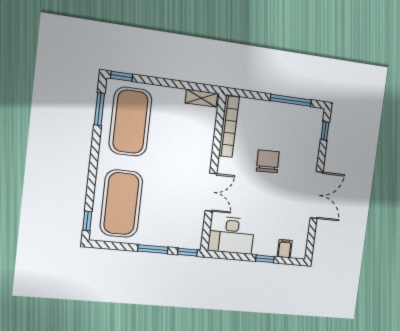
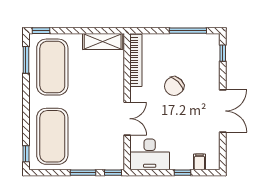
shelving: (201, 98) -> (103, 41), width x1.50, depth x1.33
chair: (268, 161) -> (174, 86), turned -134

